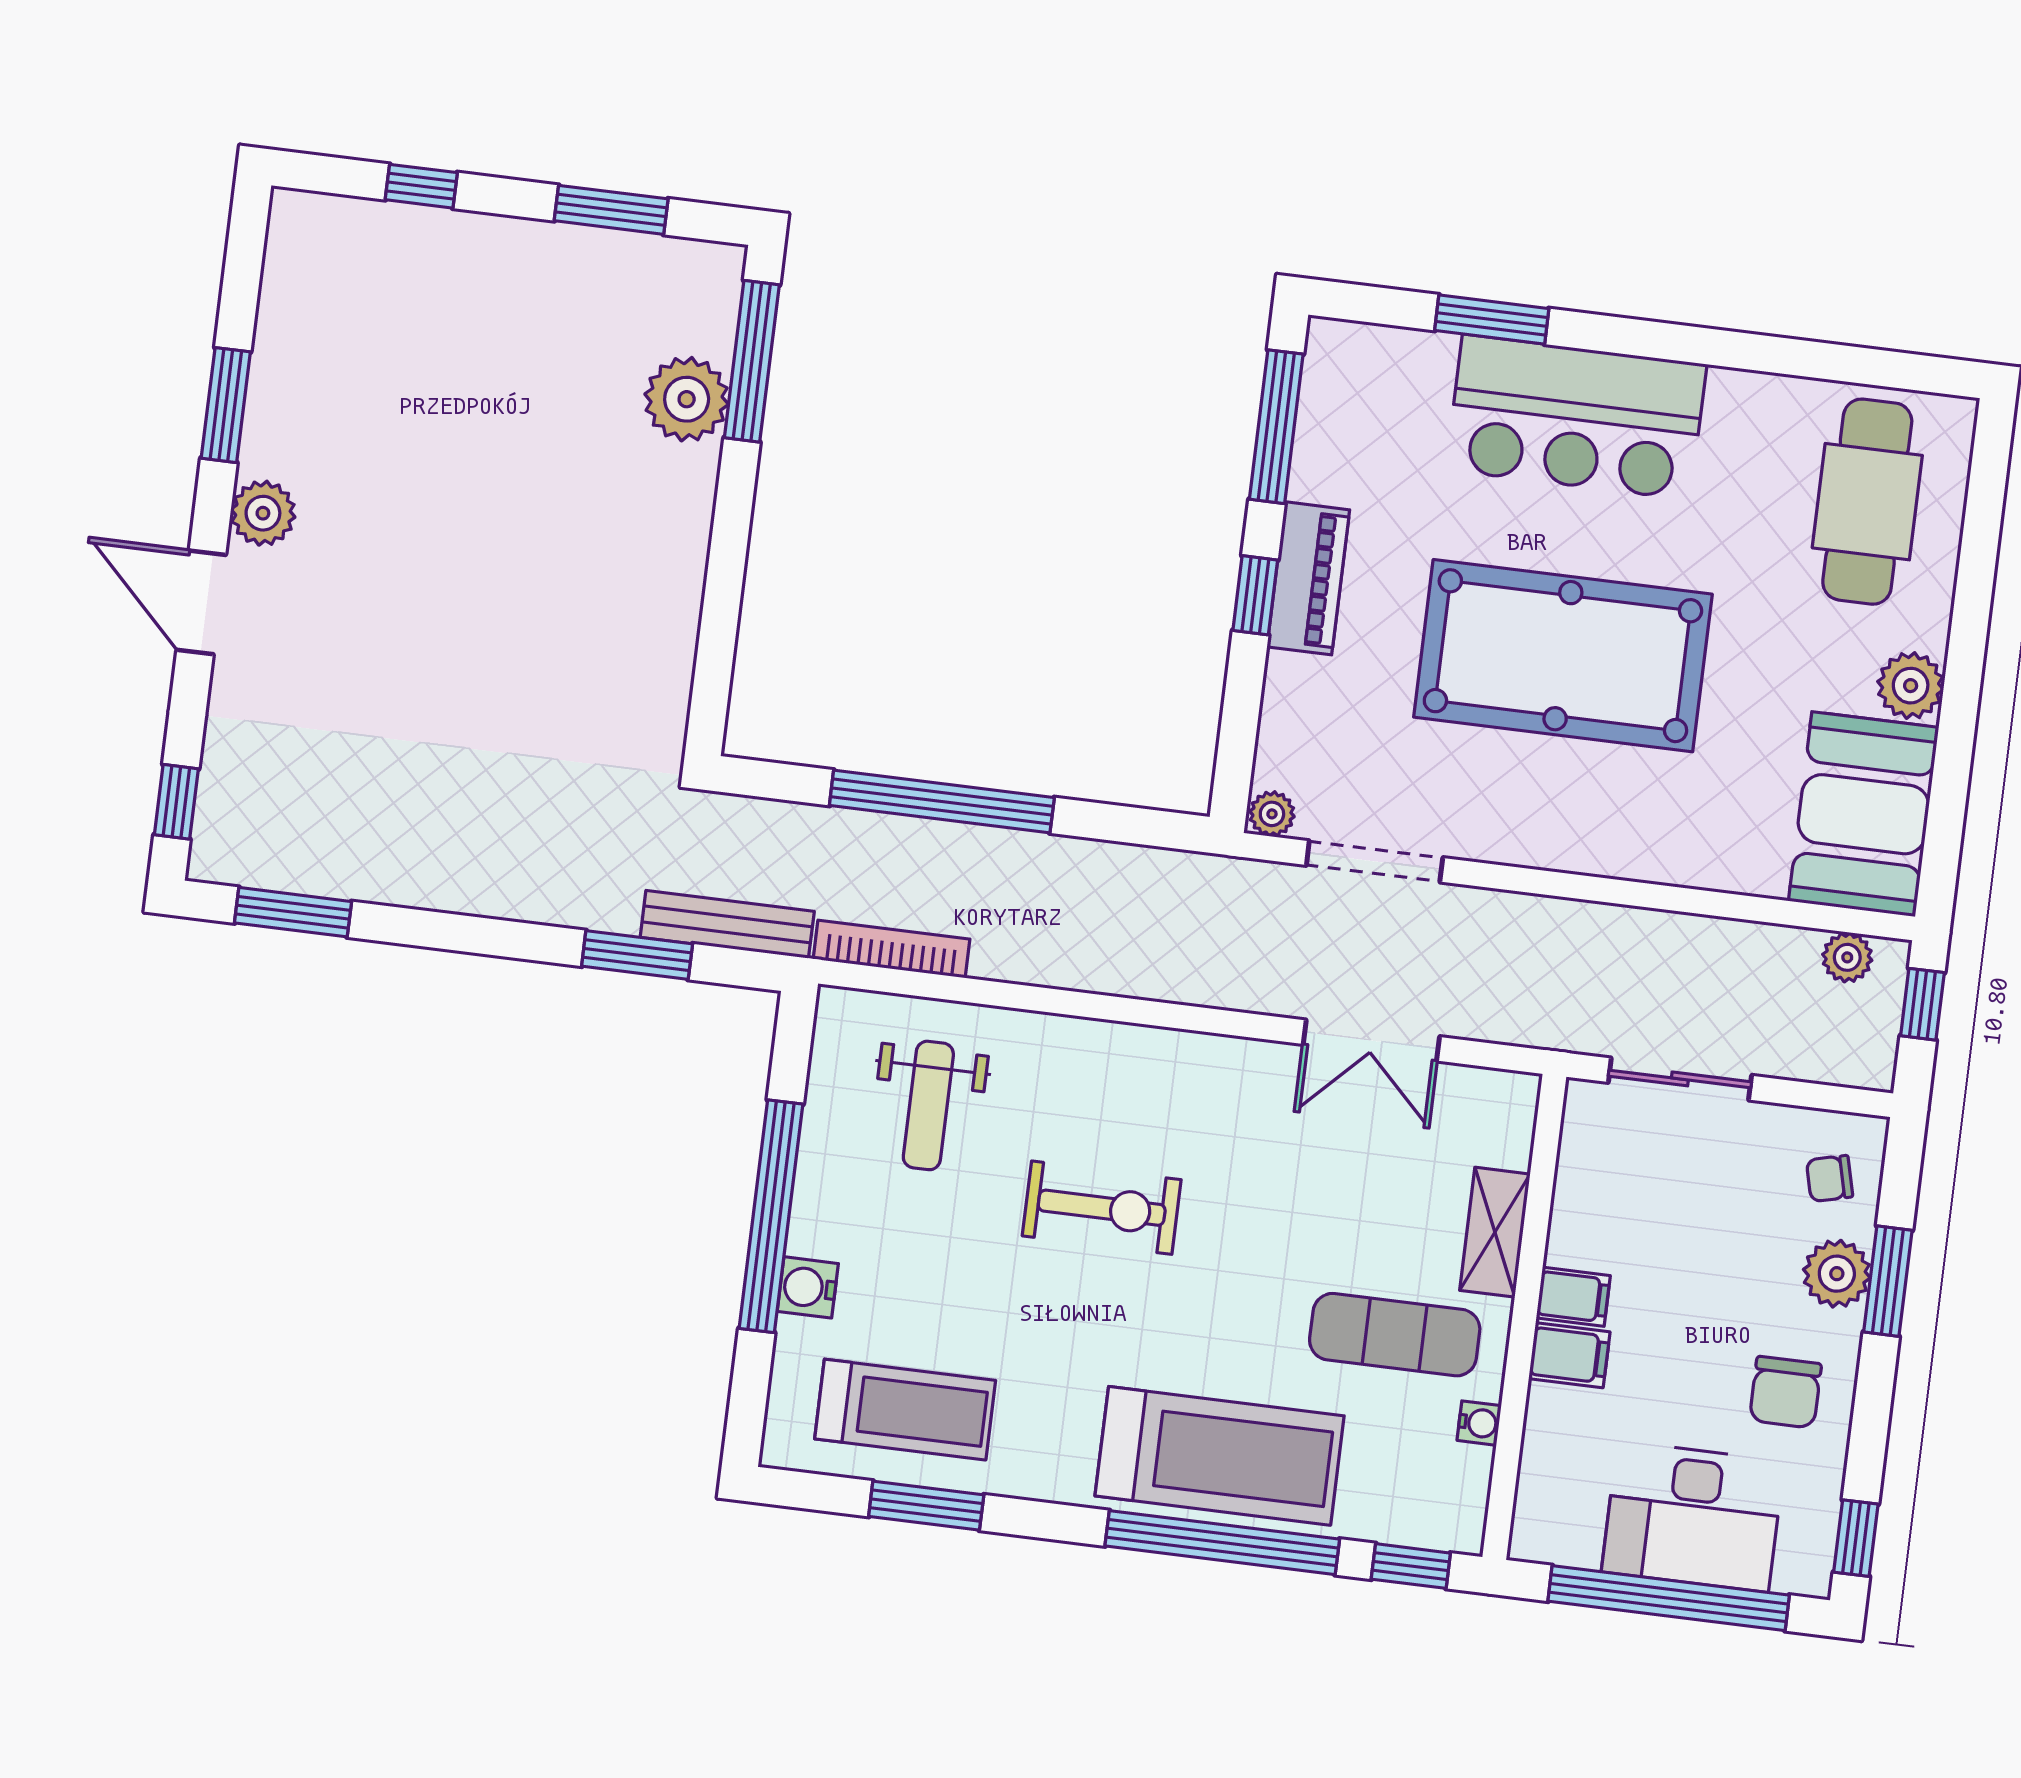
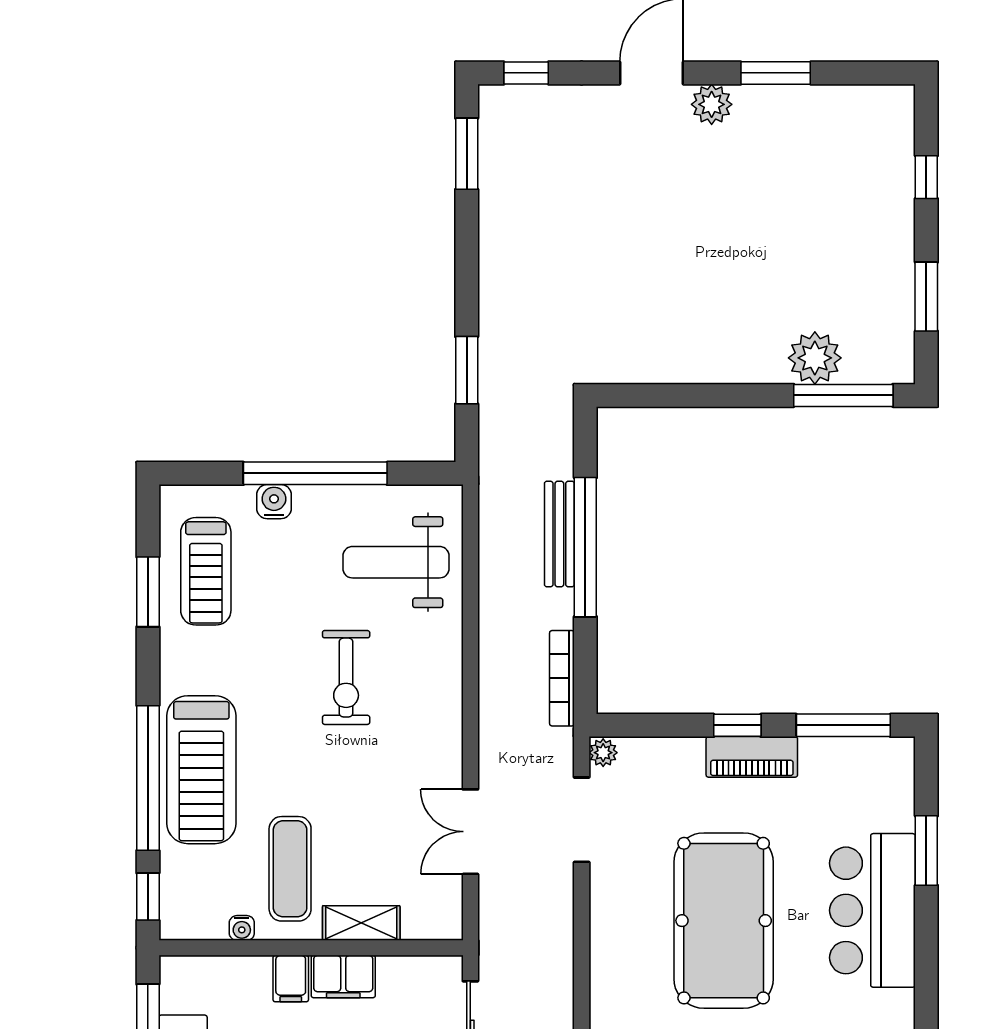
bench: (727, 924) -> (559, 534), moved
bookcase: (892, 949) -> (562, 678), moved, turned 180
weight bench: (928, 1105) -> (396, 562), width x1.36, depth x1.33
filing cabinet: (1573, 1297) -> (343, 976), width x2.00

